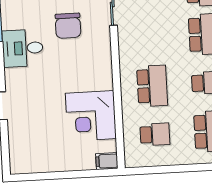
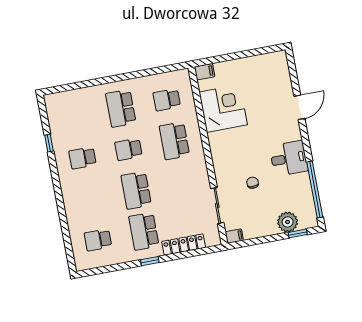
chair: (68, 26) -> (253, 183), width x0.54, depth x0.54

